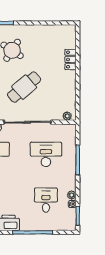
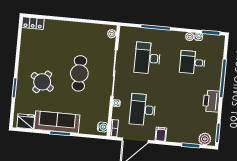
locker: (71, 60) -> (33, 23), moved
cafe table: (24, 87) -> (79, 73), turned 41

